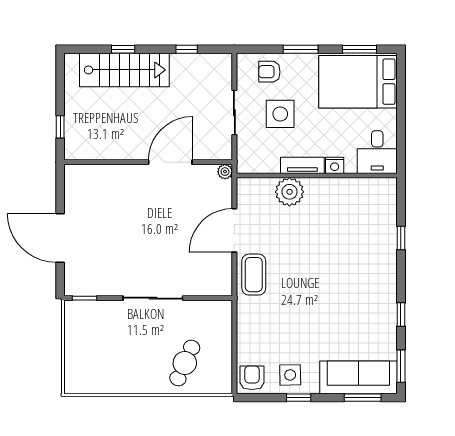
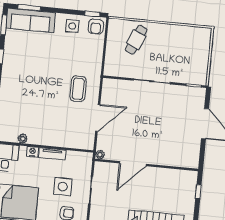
plant: (289, 192) -> (23, 139), moved, width x0.53, depth x0.53
coffee table: (254, 275) -> (78, 89), moved
window: (299, 398) -> (92, 14), moved

